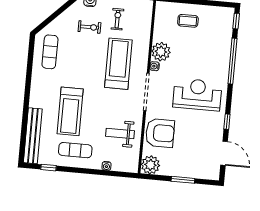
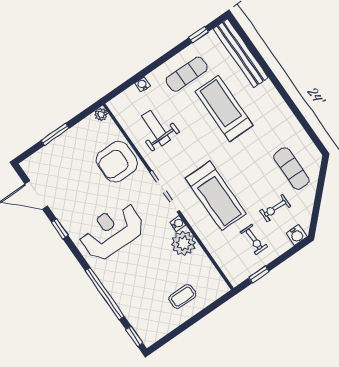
exercise mat: (50, 52) -> (291, 169), moved
reception desk: (197, 95) -> (112, 231), turned 180
weight bench: (120, 133) -> (156, 128), turned -90
plant: (150, 165) -> (101, 114), width x0.53, depth x0.53

